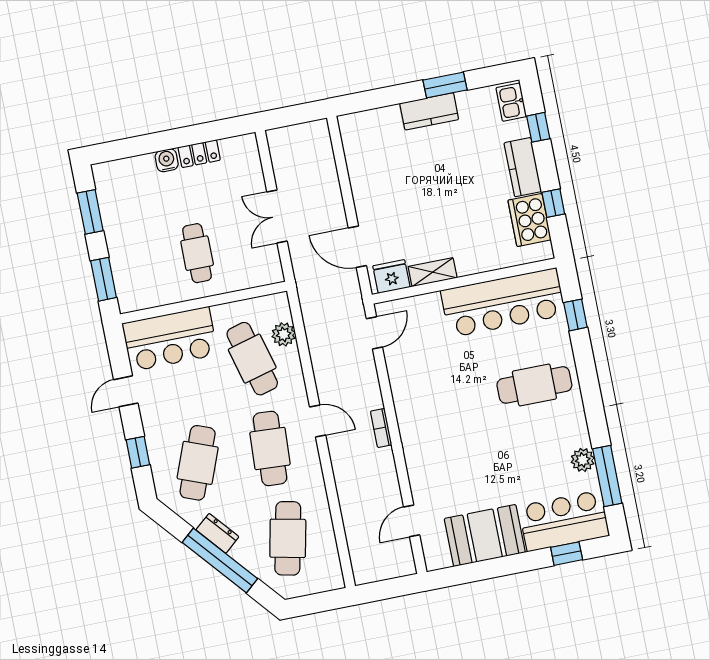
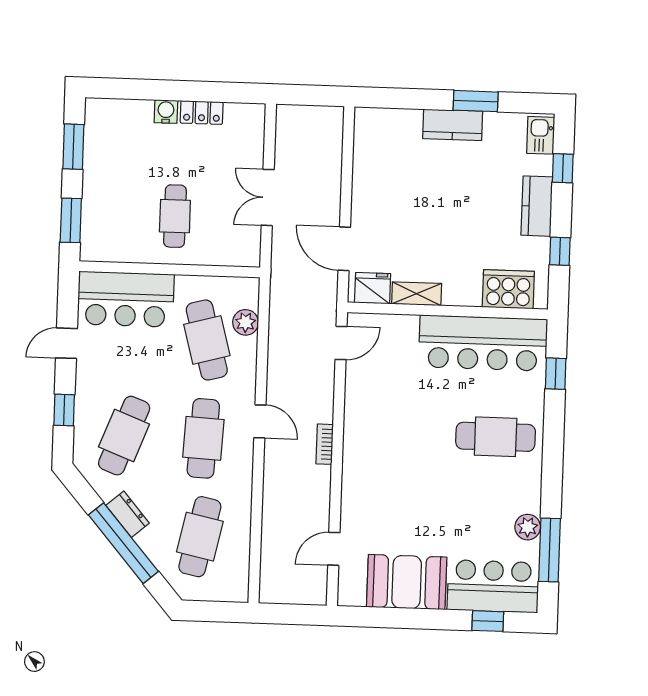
cooker: (530, 220) -> (508, 289), moved, turned 90

